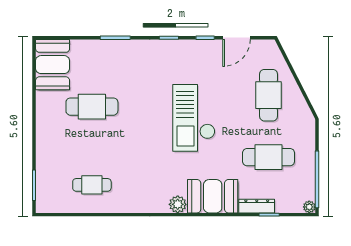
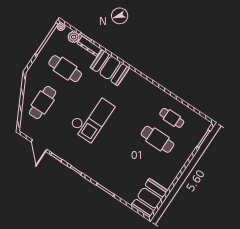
door: (237, 38) -> (39, 146), swing flipped
cafe table: (92, 107) -> (158, 139), moved
plant: (178, 204) -> (74, 37), moved

